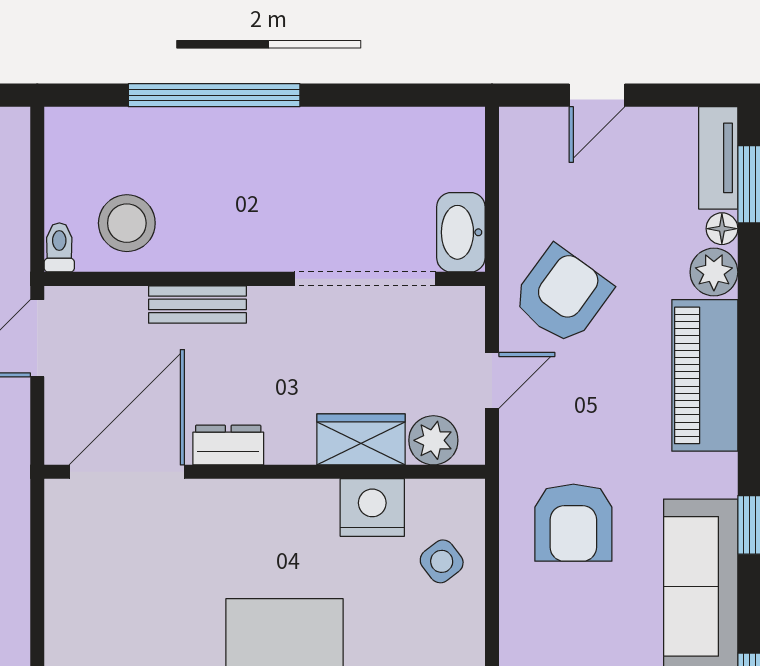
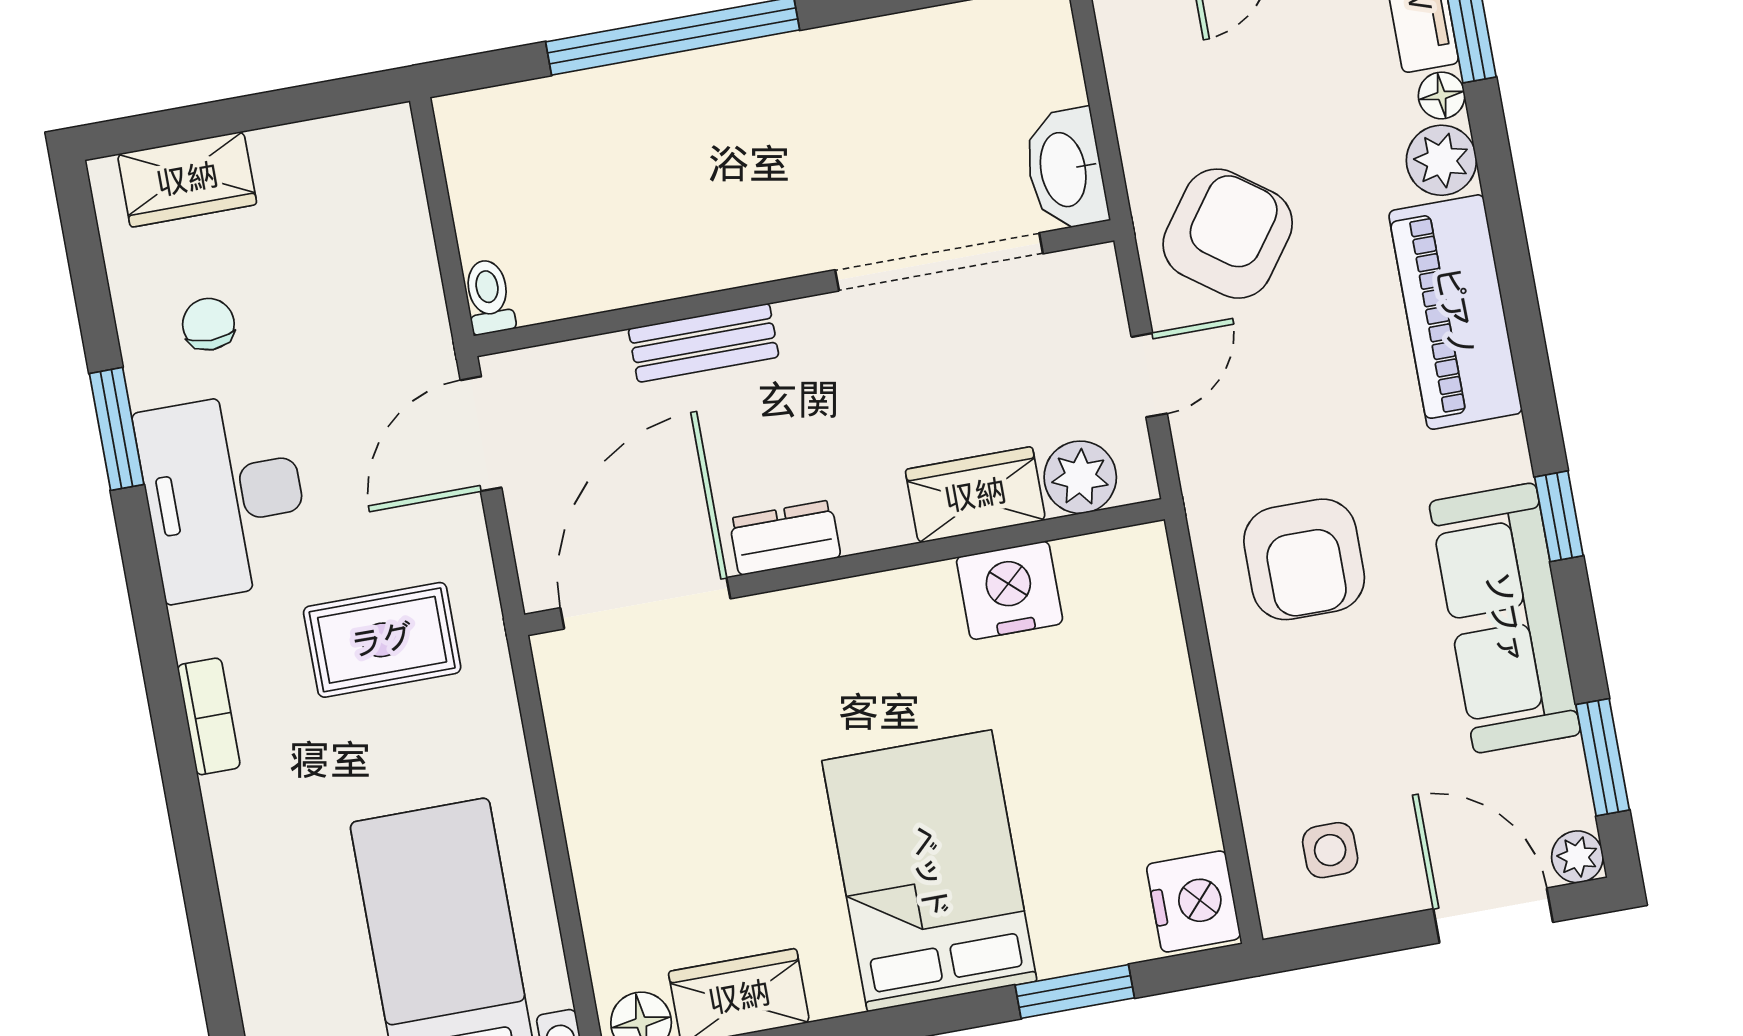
stool: (127, 223) -> (580, 244), removed
side table: (442, 561) -> (1124, 650), removed

